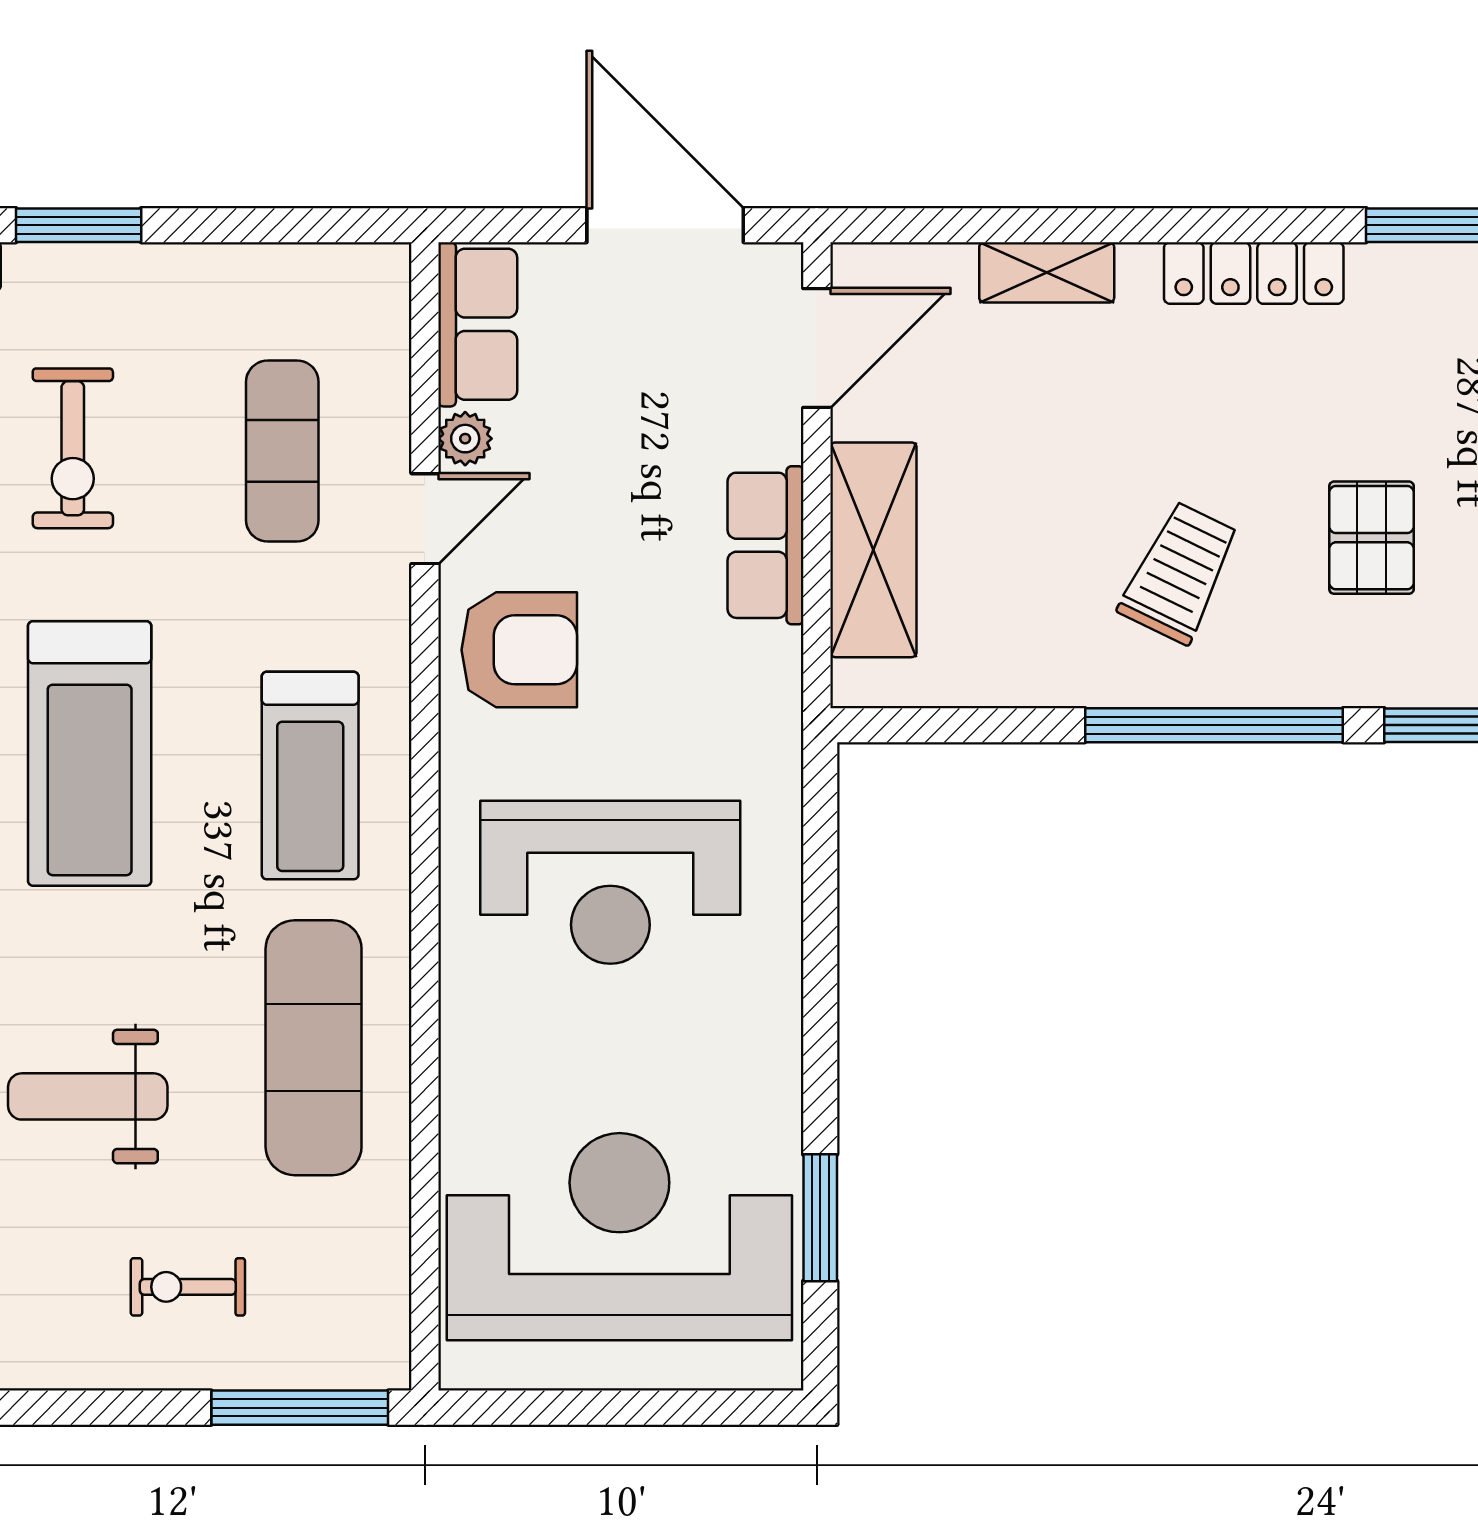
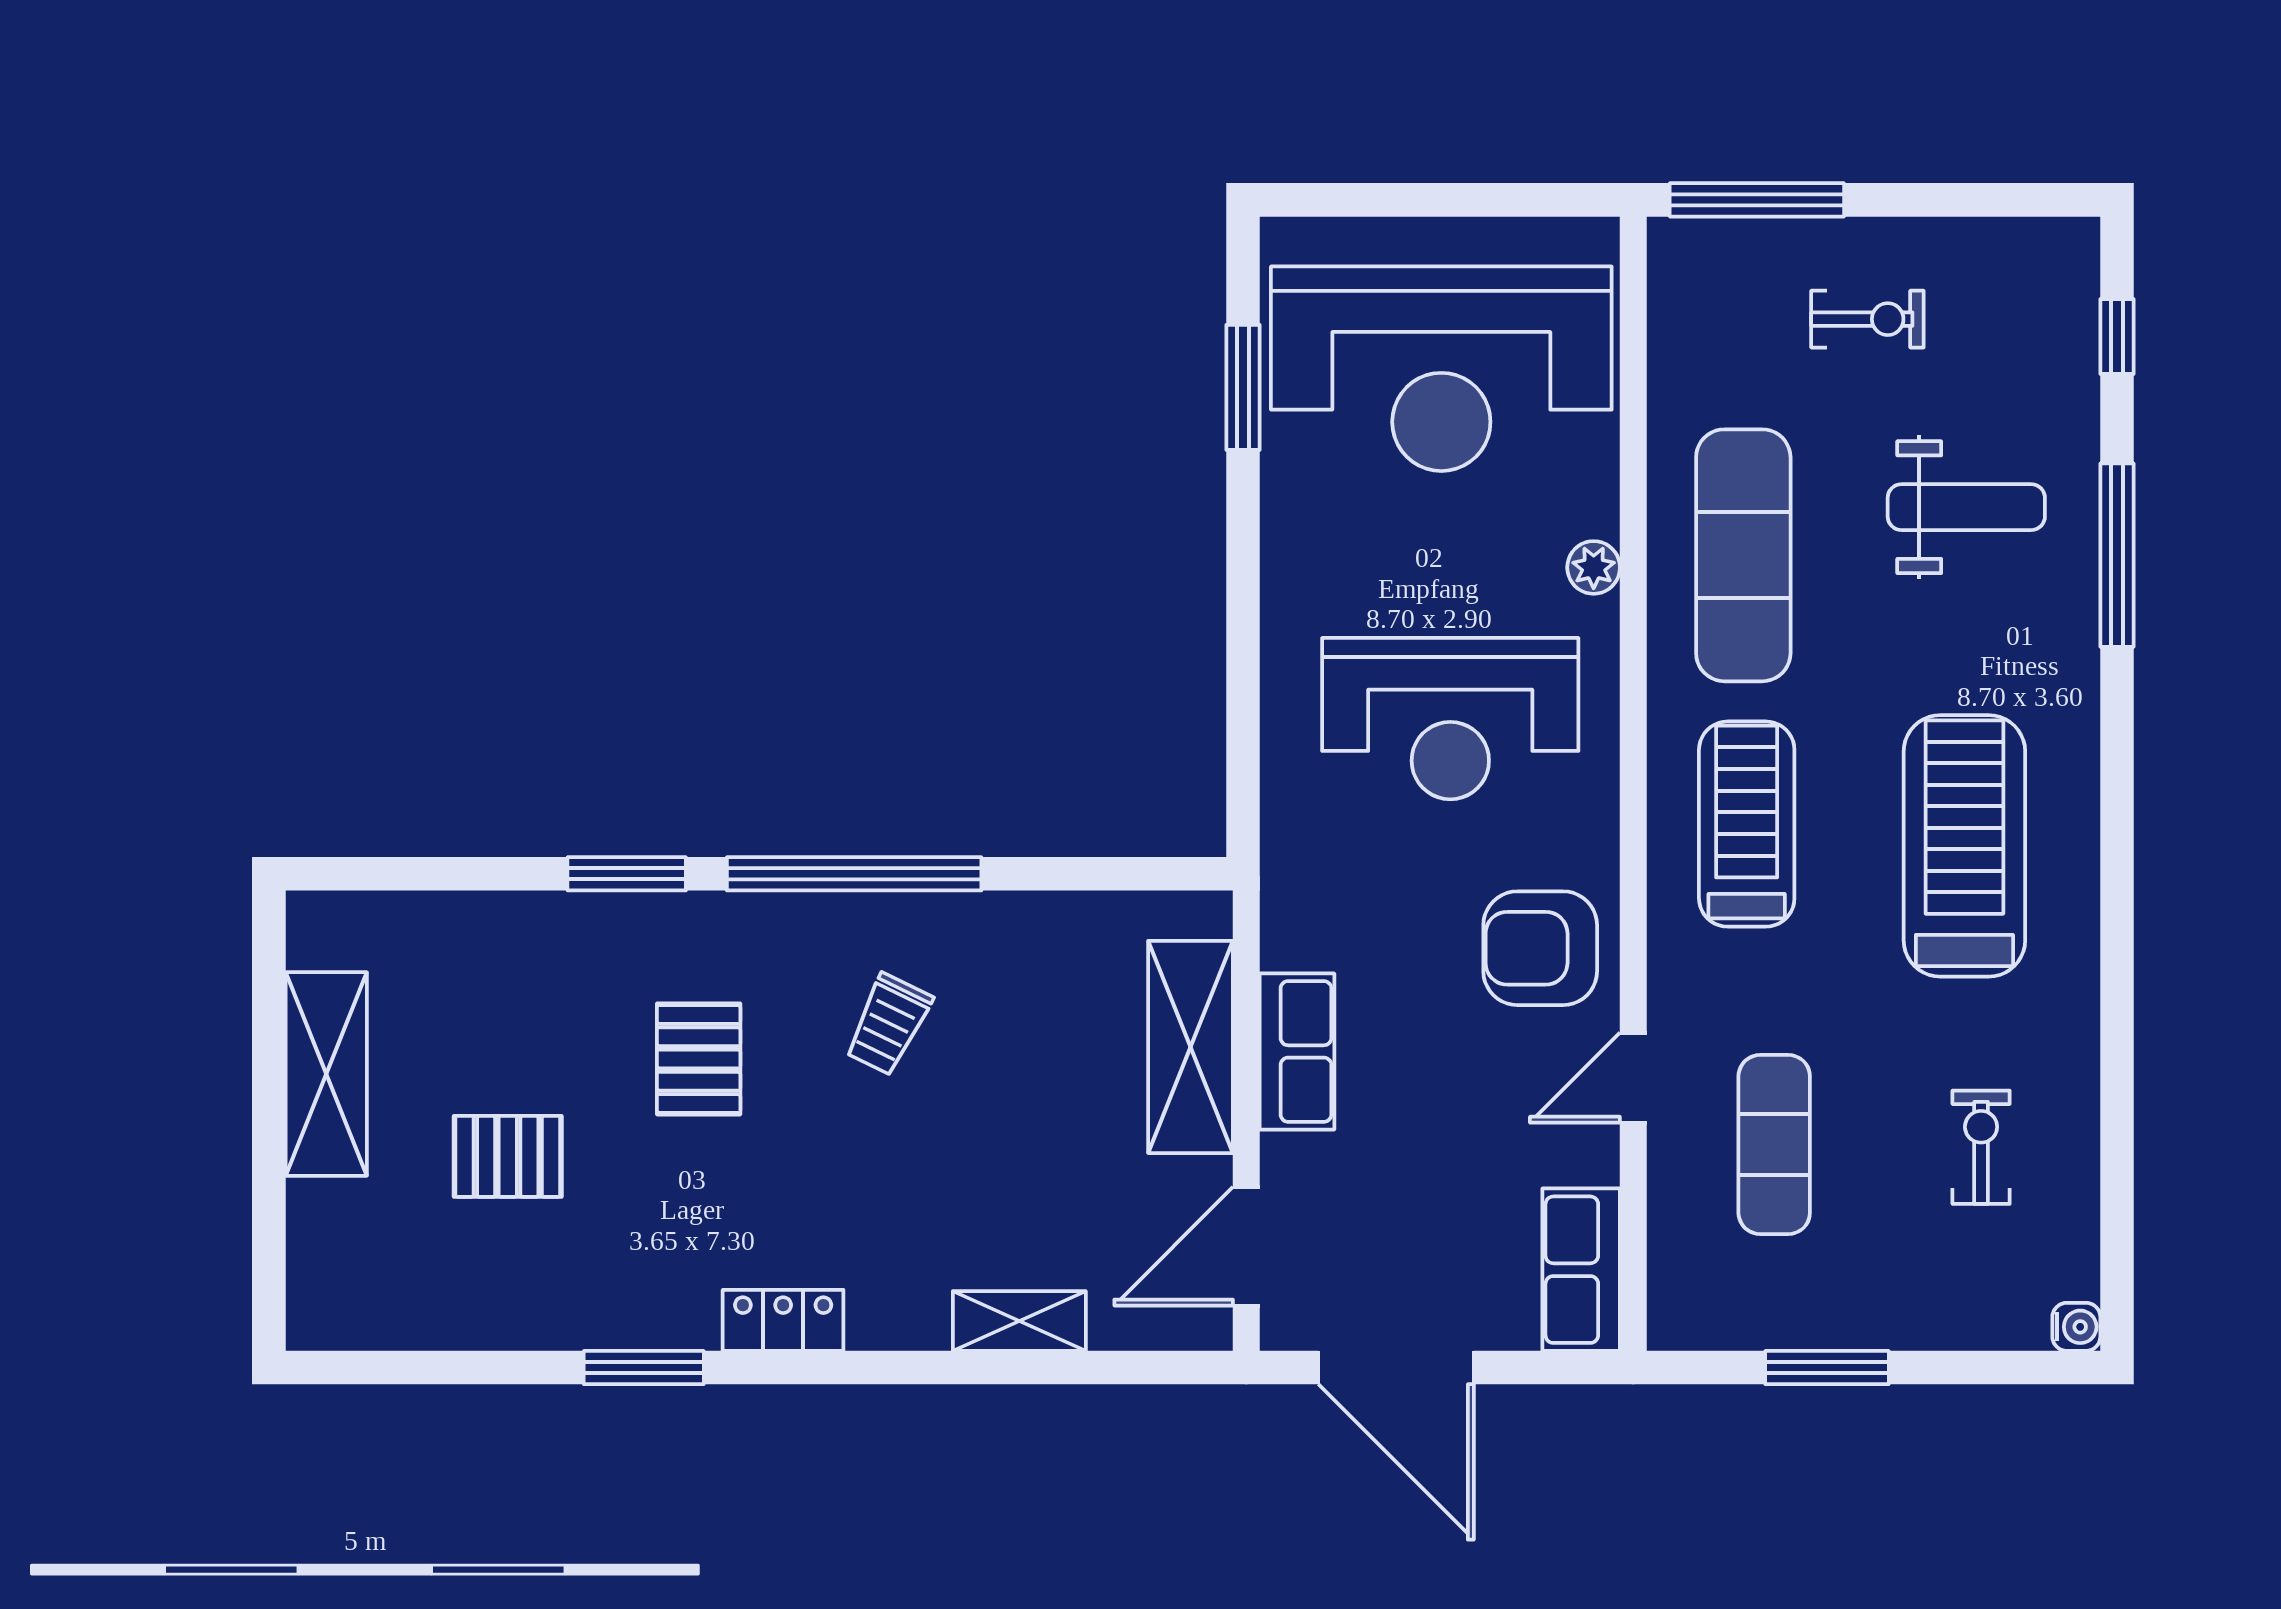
window: (79, 225) -> (1827, 1368), moved
locker: (1254, 273) -> (783, 1320), width x0.66
plant: (465, 439) -> (1594, 567), moved
exercise bike: (73, 448) -> (1981, 1147), width x0.73, depth x0.72
trolley: (1179, 573) -> (888, 1024), width x0.73, depth x0.72
reception desk: (610, 882) -> (1450, 719), turned 180

